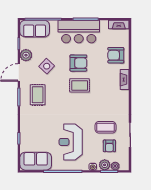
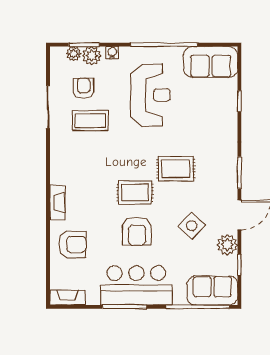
armchair: (78, 63) -> (137, 231), turned -90
rug: (38, 95) -> (176, 169), moved, turned 90

